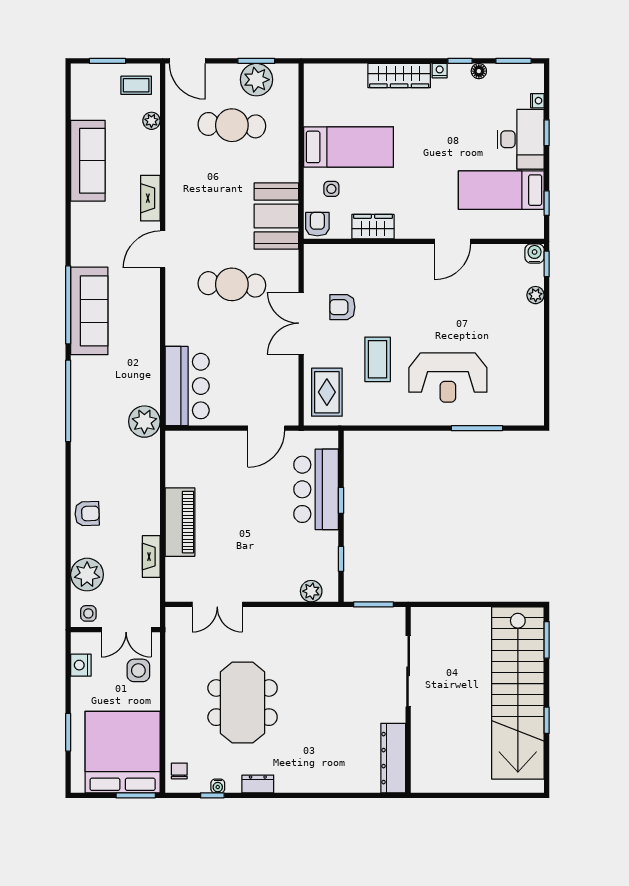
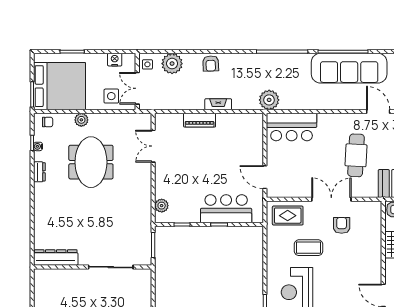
sofa: (89, 311) -> (349, 68), width x1.36, depth x1.27
piano: (180, 522) -> (200, 120), width x0.73, depth x0.75
fireplace: (151, 557) -> (218, 104), moved
meeting table: (243, 703) -> (91, 162), turned 90
plant: (176, 718) -> (81, 120), added

